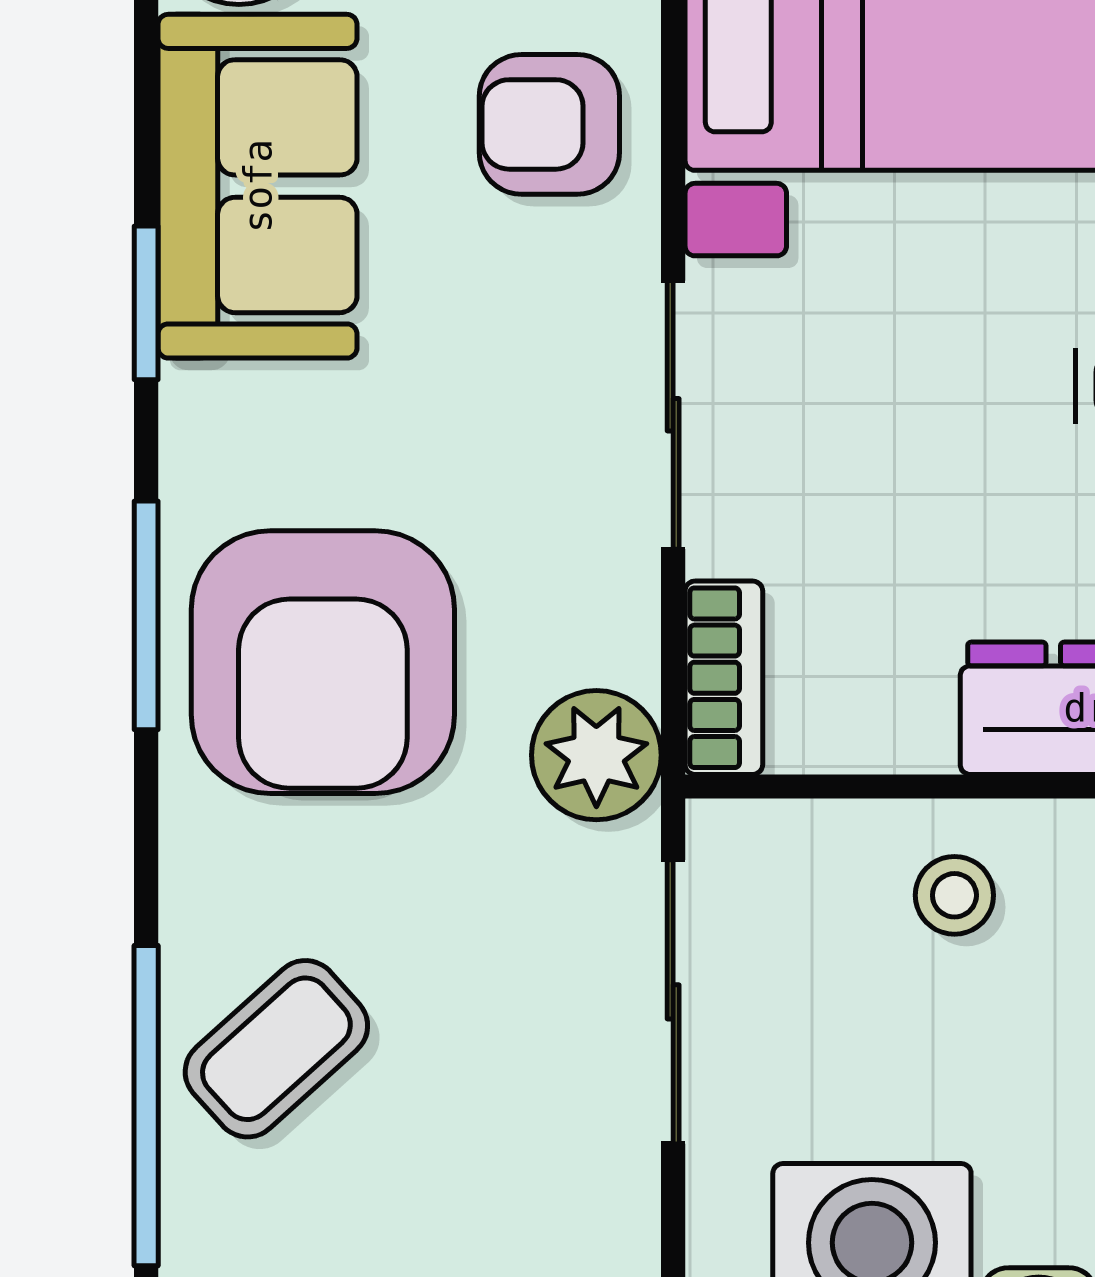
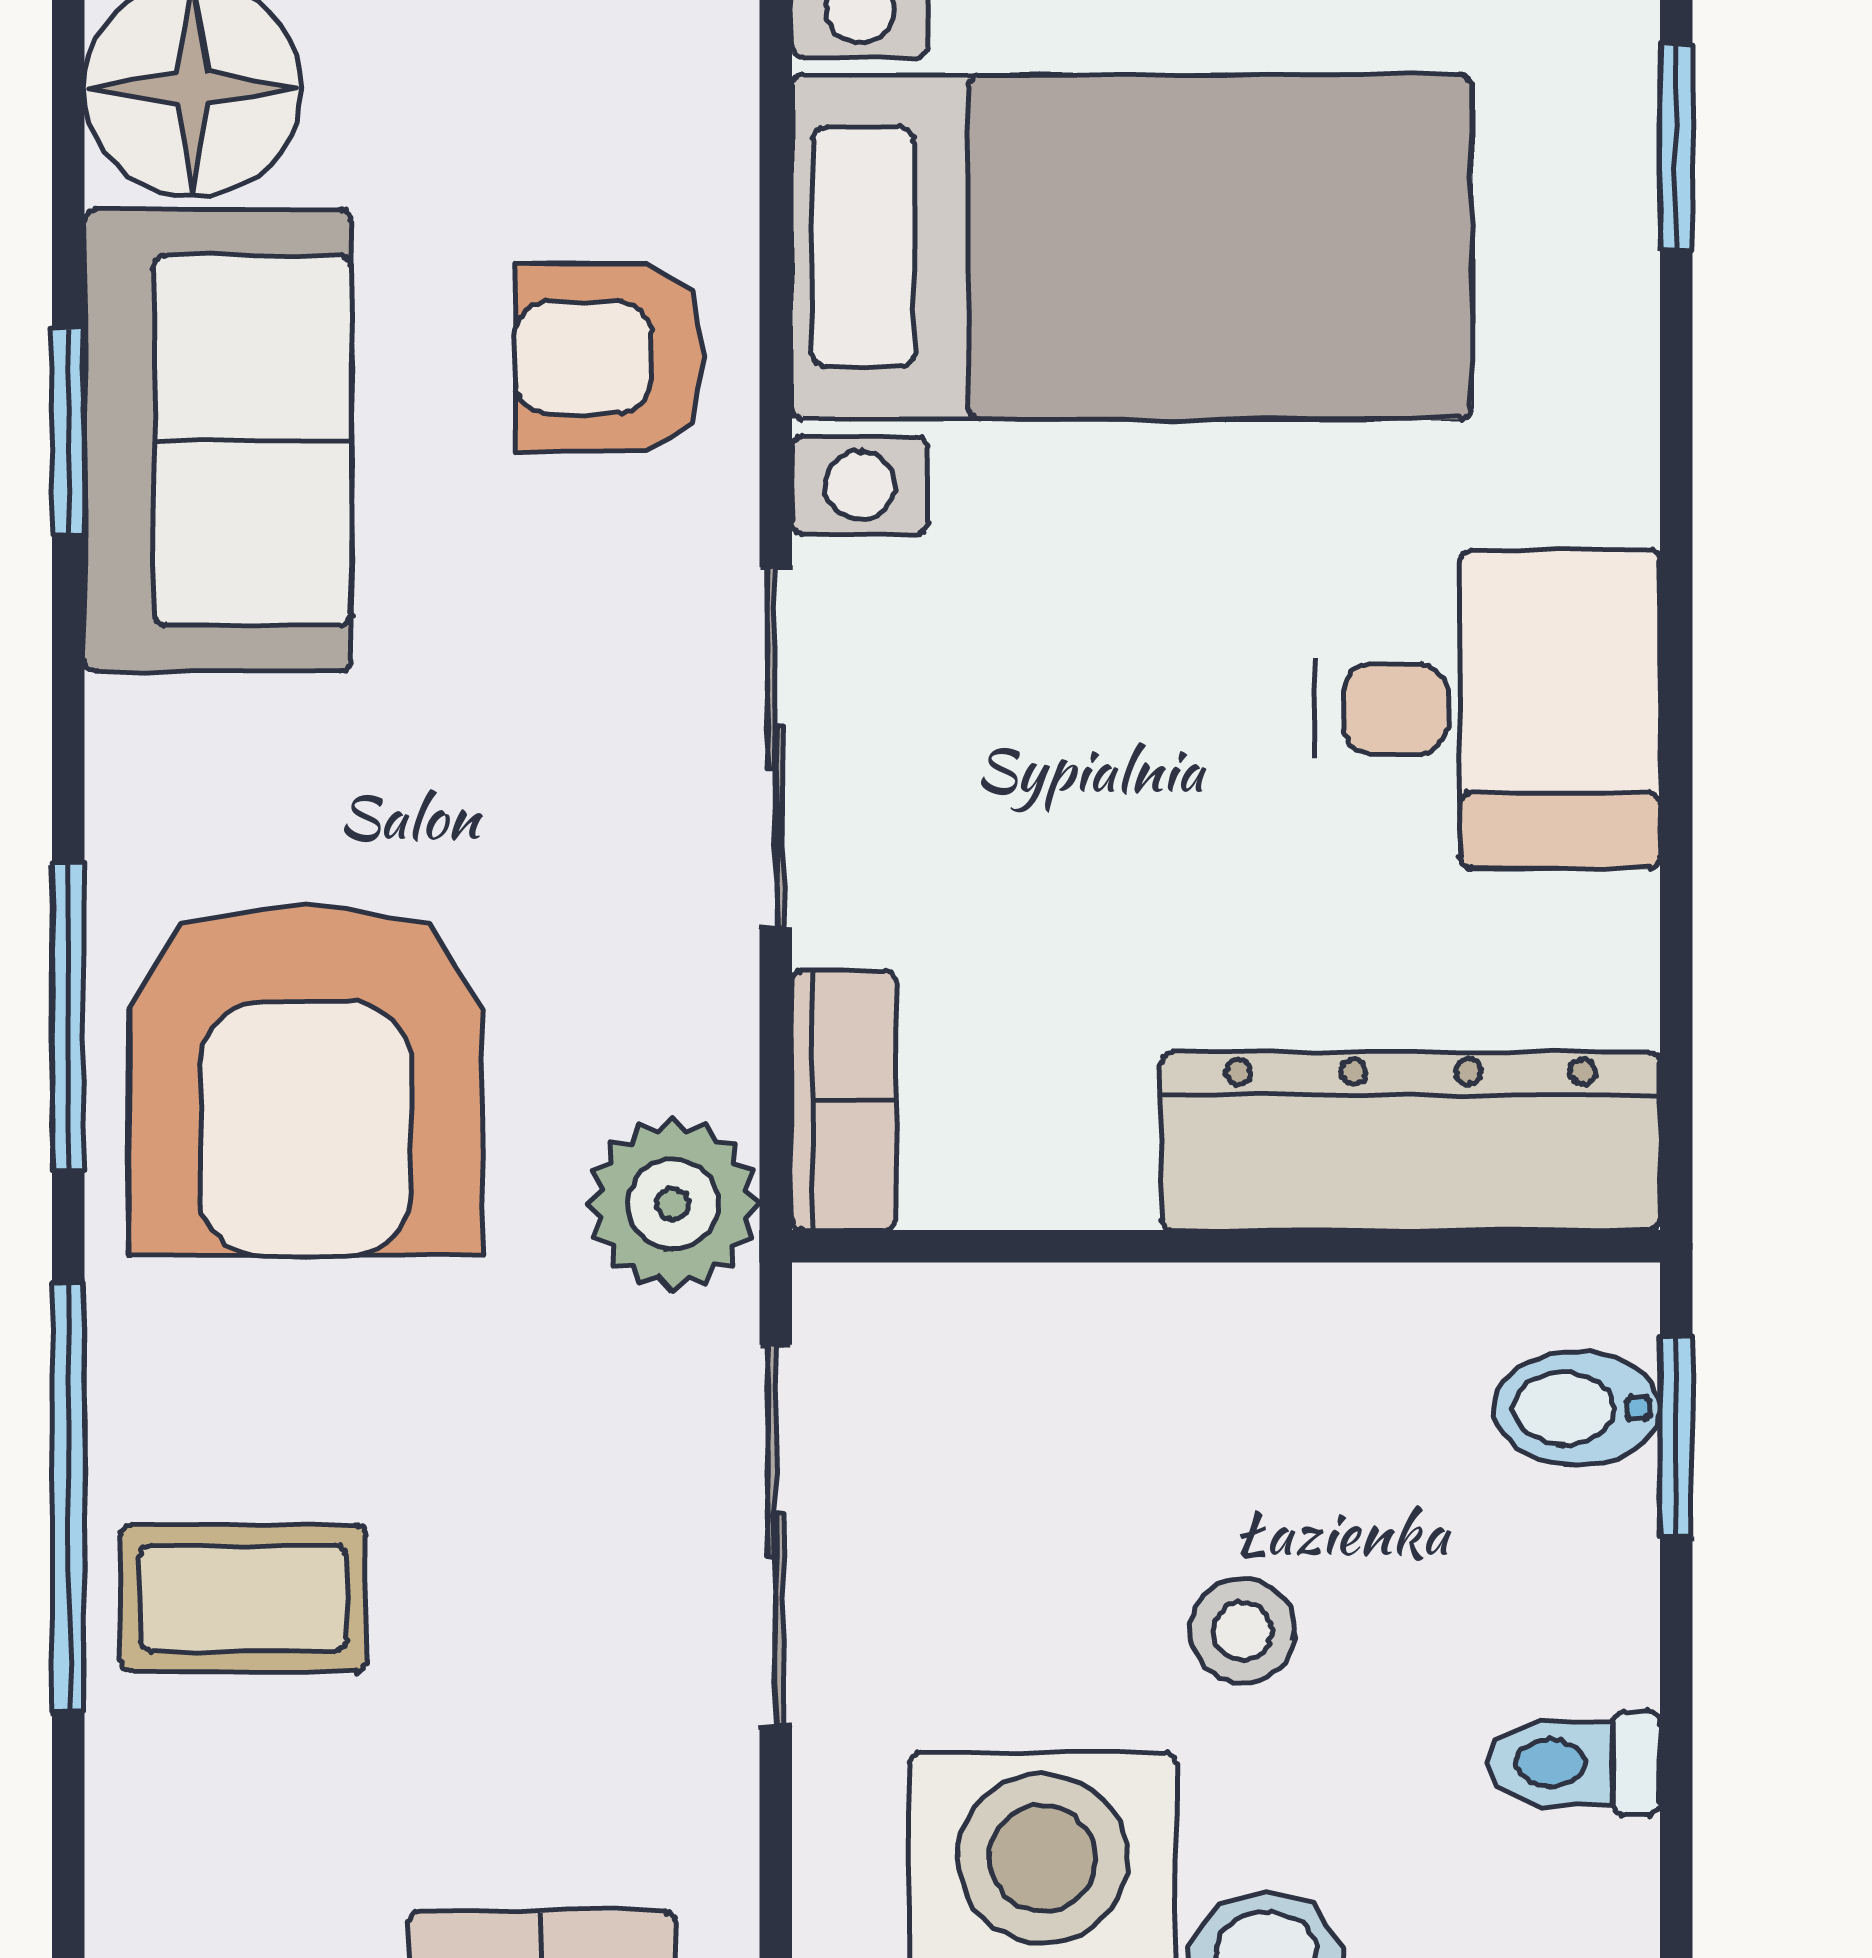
window: (146, 303) -> (68, 431), moved
stool: (954, 895) -> (1242, 1631), moved
coffee table: (276, 1049) -> (243, 1598), turned 42
window: (146, 1106) -> (68, 1497), moved

